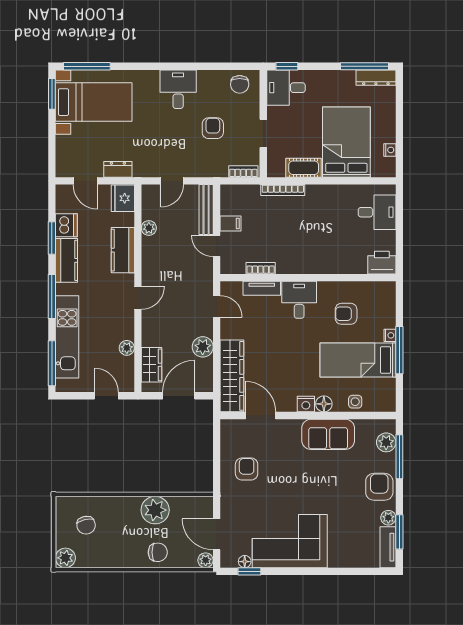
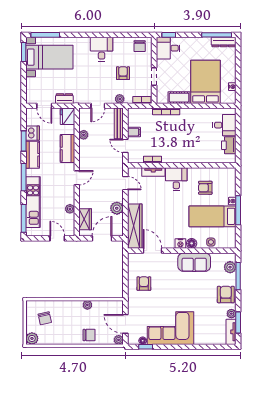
plant: (207, 170) -> (120, 99), added
printer: (382, 263) -> (229, 145), moved, turned -90
plant: (155, 510) -> (87, 305), width x0.53, depth x0.53

